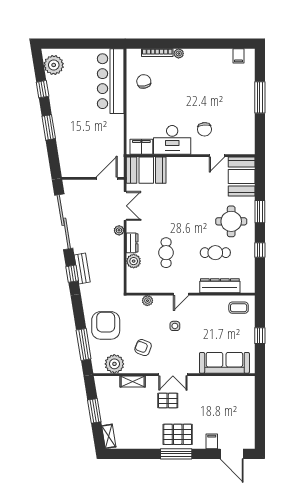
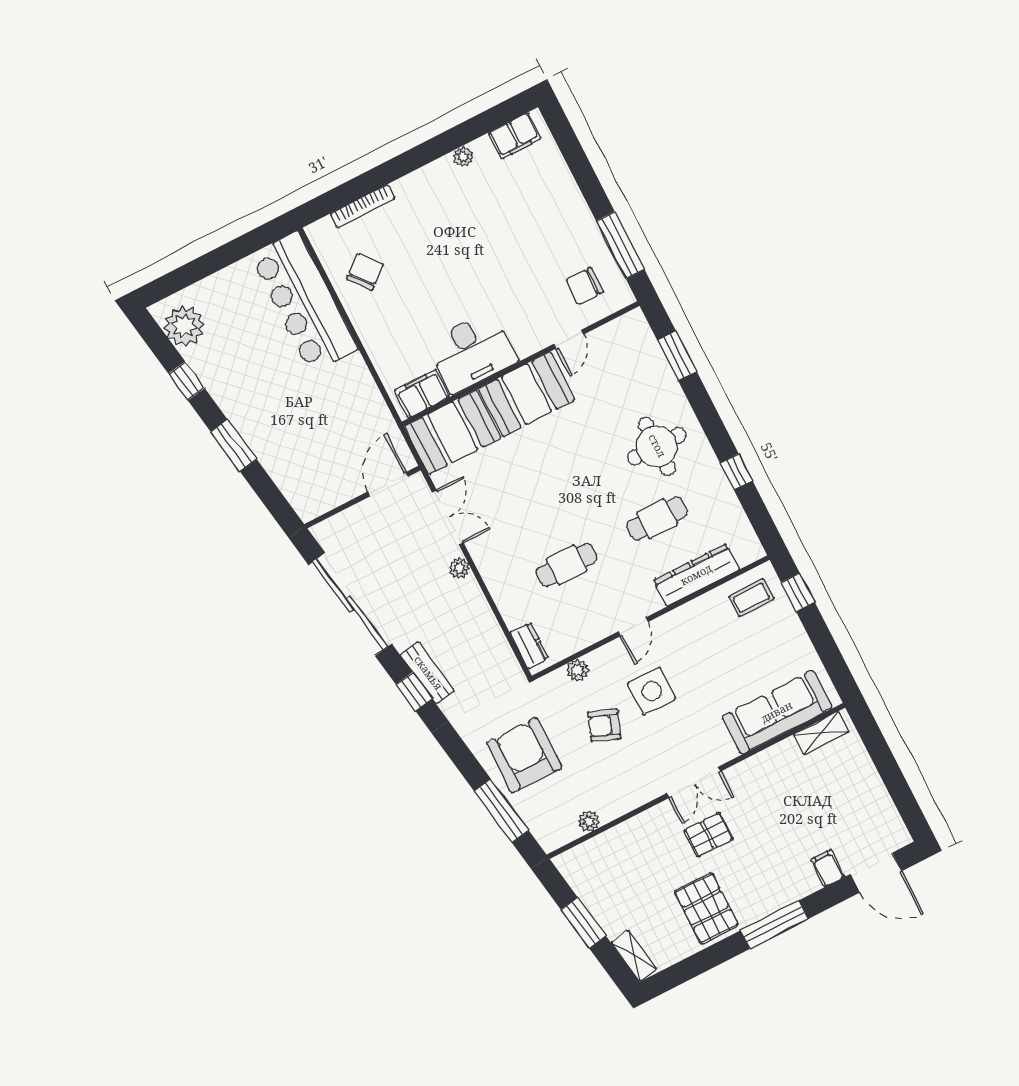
plant: (179, 53) -> (463, 157), moved
filing cabinet: (238, 56) -> (515, 136), width x2.00
chair: (144, 81) -> (365, 272), turned 61
window: (260, 97) -> (620, 245), moved
chair: (204, 129) -> (585, 286), moved, turned 95
booth: (242, 177) -> (527, 394), moved, turned 90
window: (260, 212) -> (677, 356), moved
dresser: (132, 243) -> (529, 646), moved
cafe table: (166, 253) -> (567, 565), turned 90
plant: (134, 261) -> (515, 611), removed
side table: (175, 326) -> (652, 691), width x1.87, depth x1.87
window: (260, 336) -> (798, 592), moved
armchair: (143, 348) -> (604, 725), moved
plant: (114, 364) -> (589, 821), width x0.53, depth x0.53
shelving: (133, 381) -> (821, 733), moved
pallet: (178, 434) -> (706, 908), moved, turned 90

